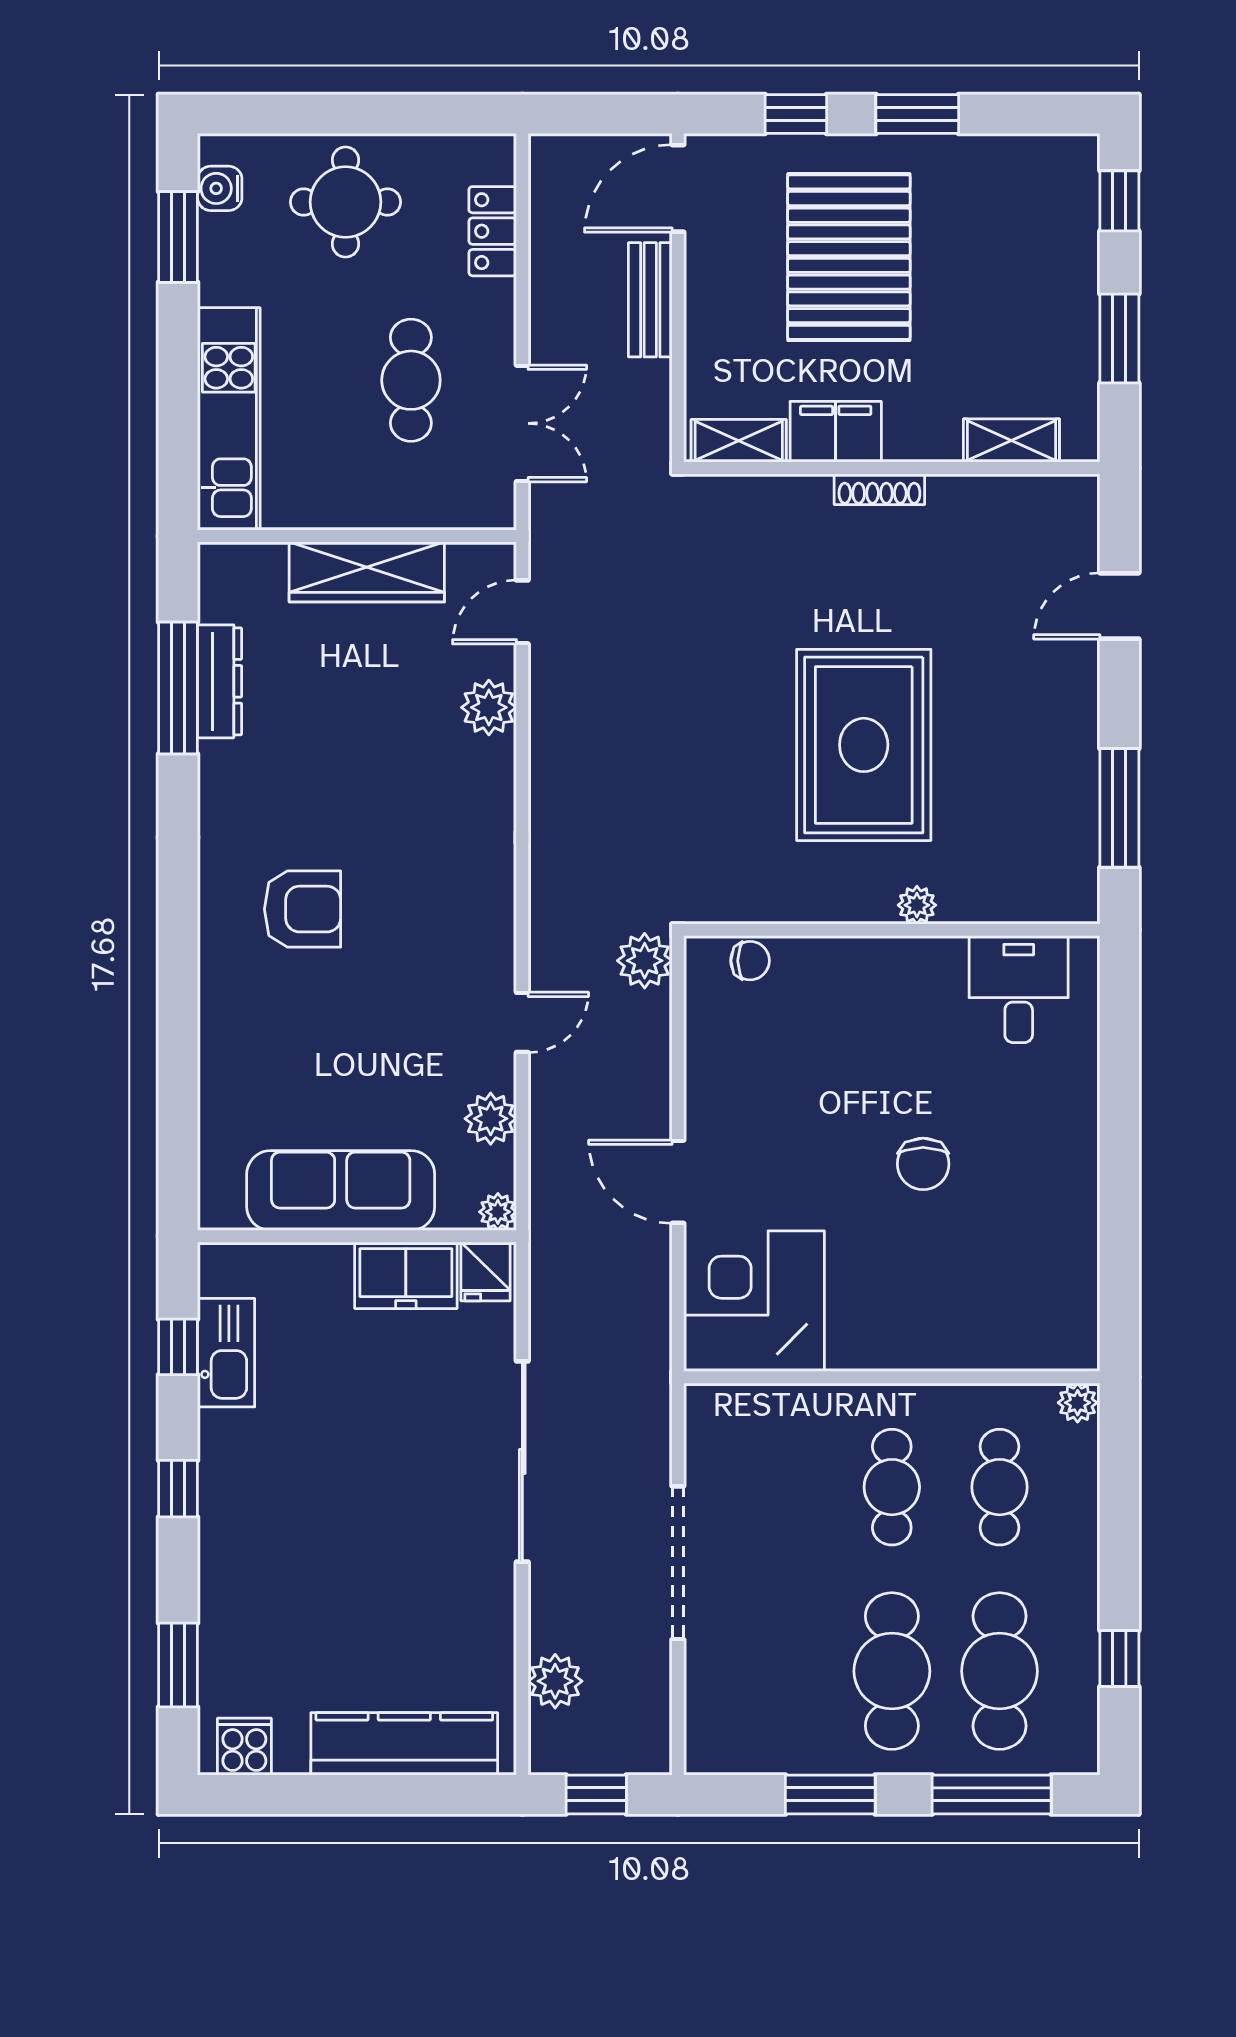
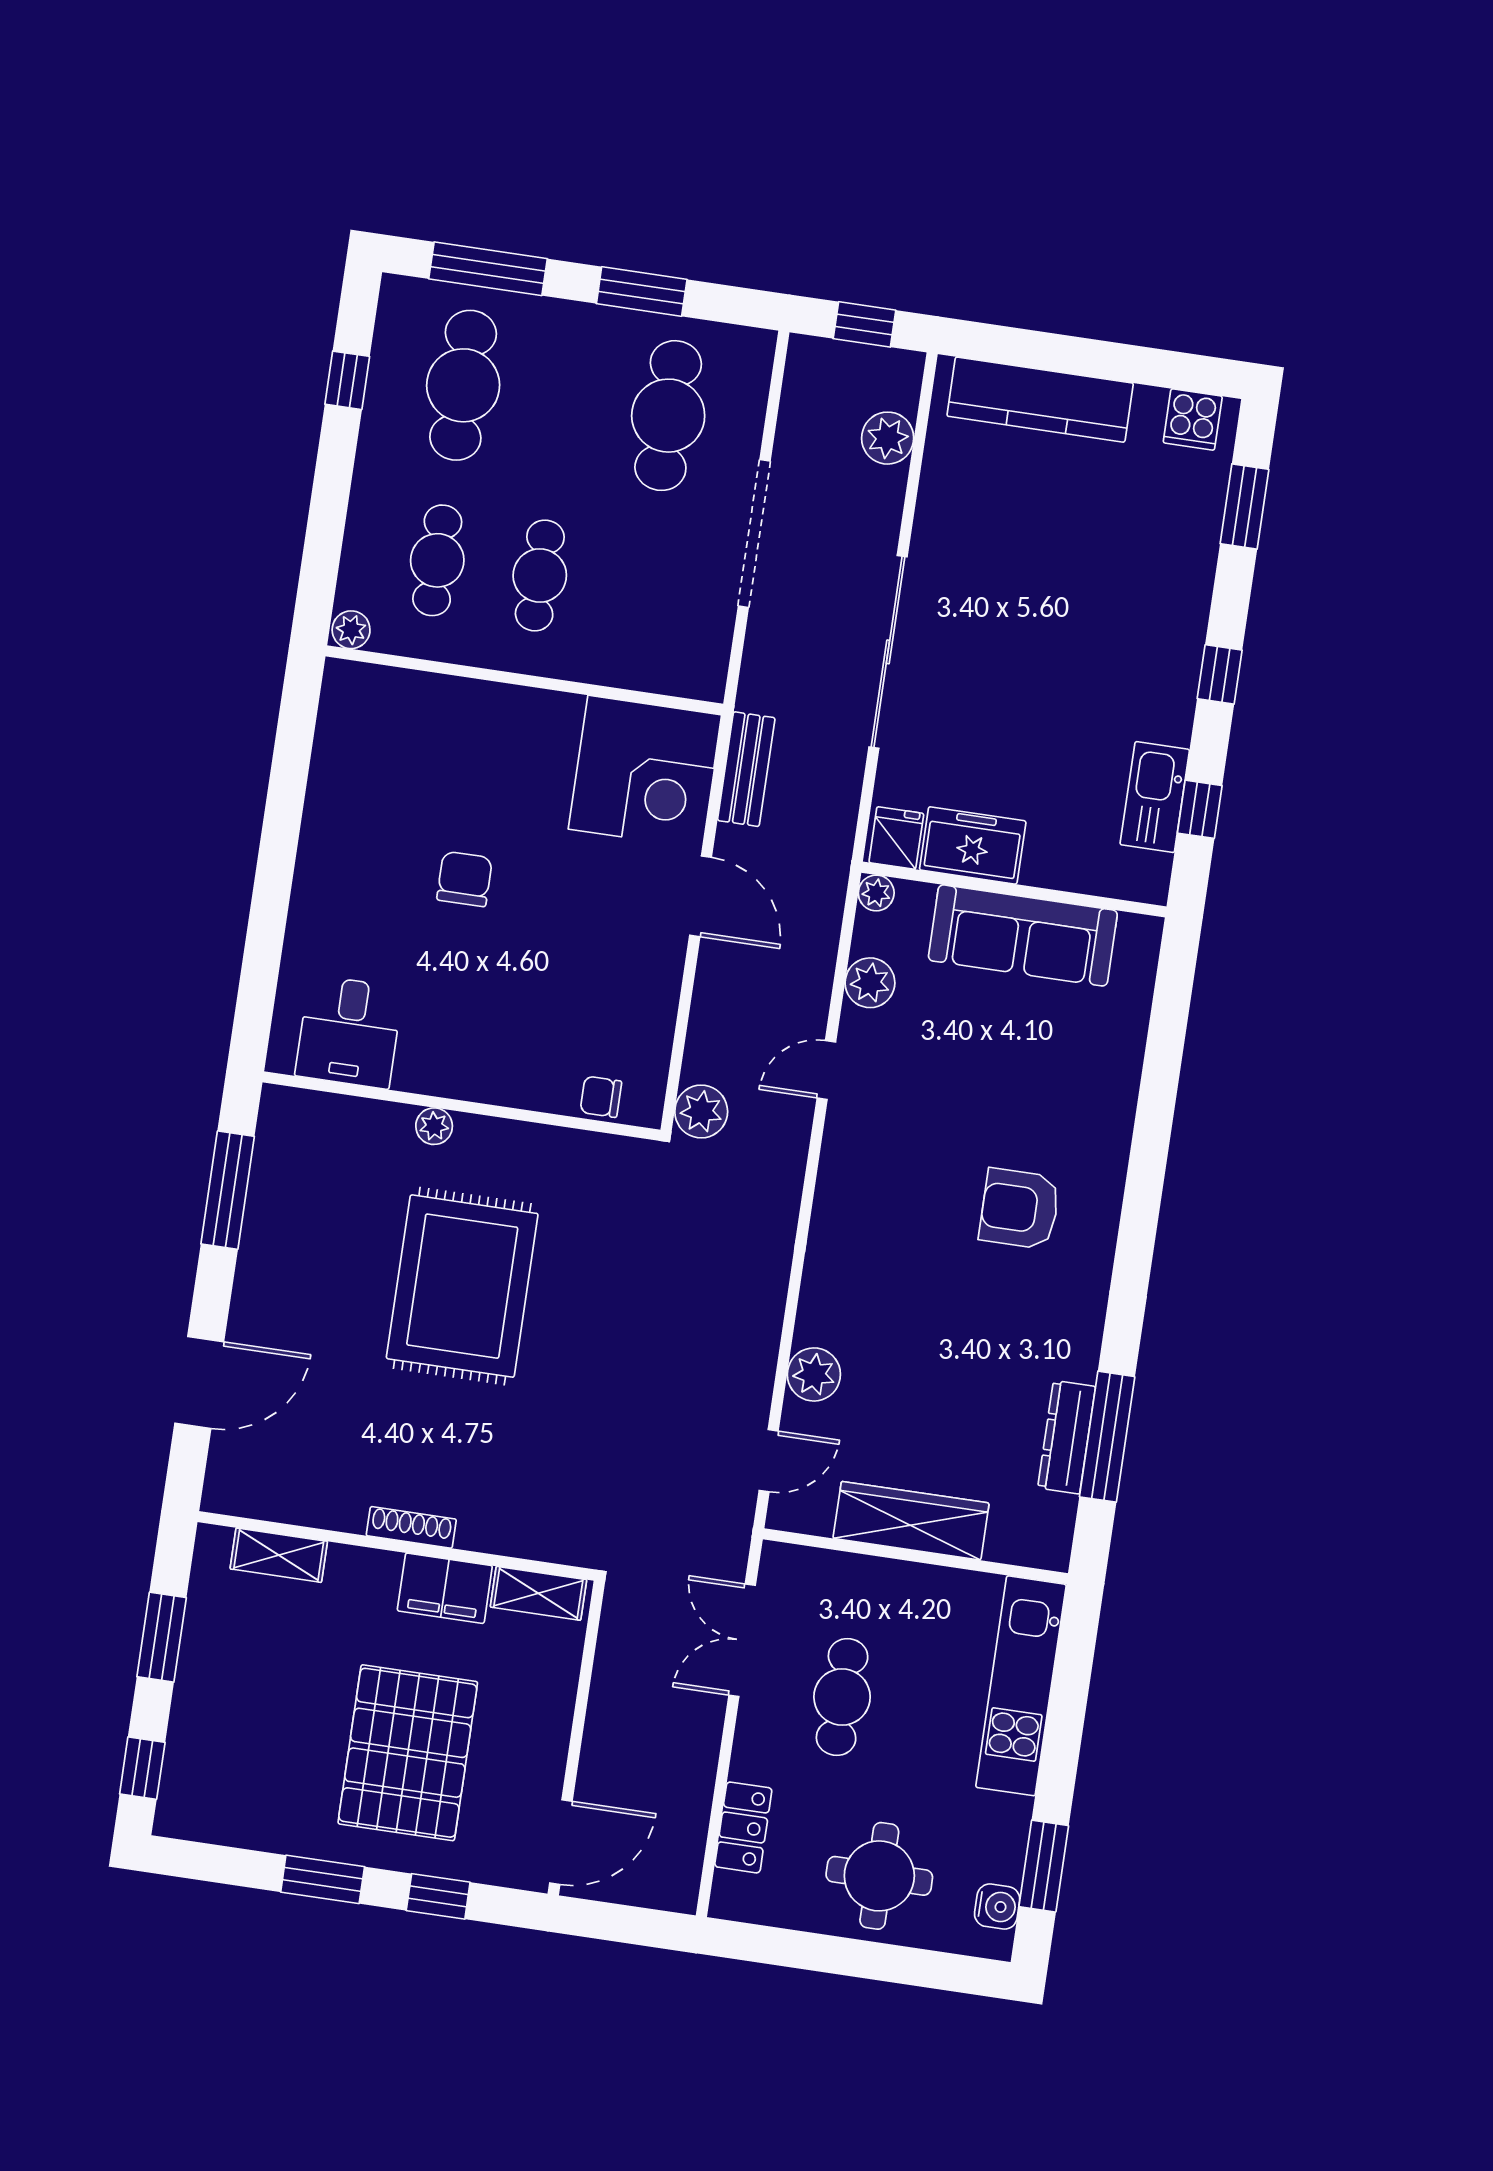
bench: (650, 300) -> (746, 769), moved
door: (1119, 606) -> (199, 1383), width x1.38
cafe table: (892, 1671) -> (668, 416), moved

